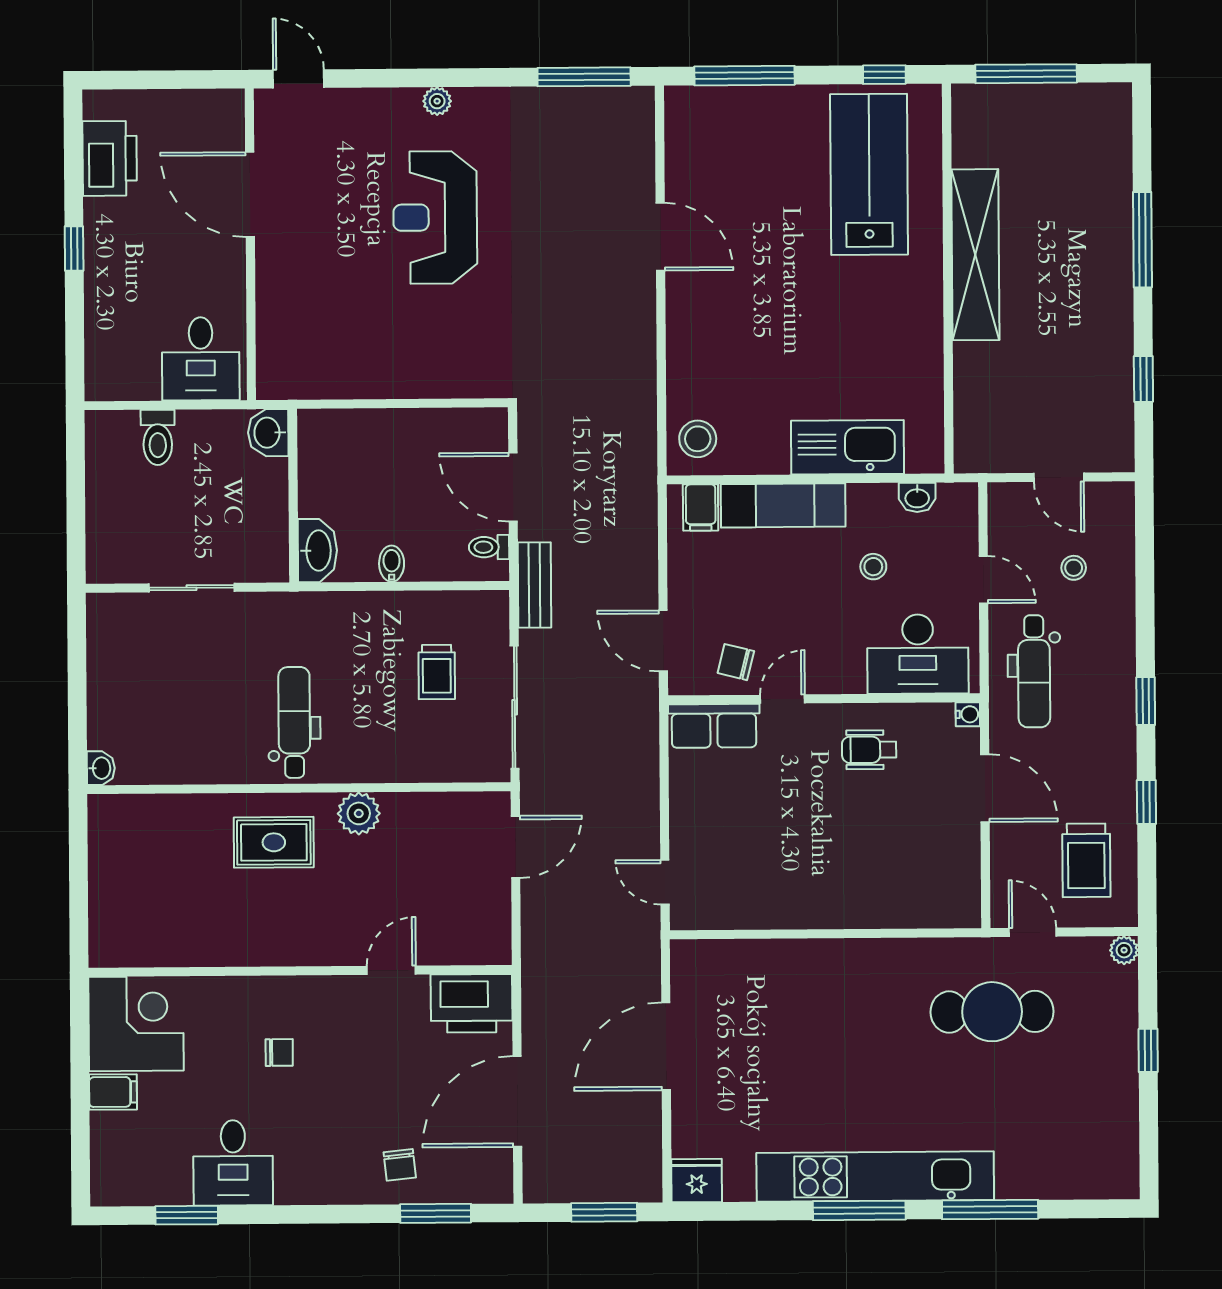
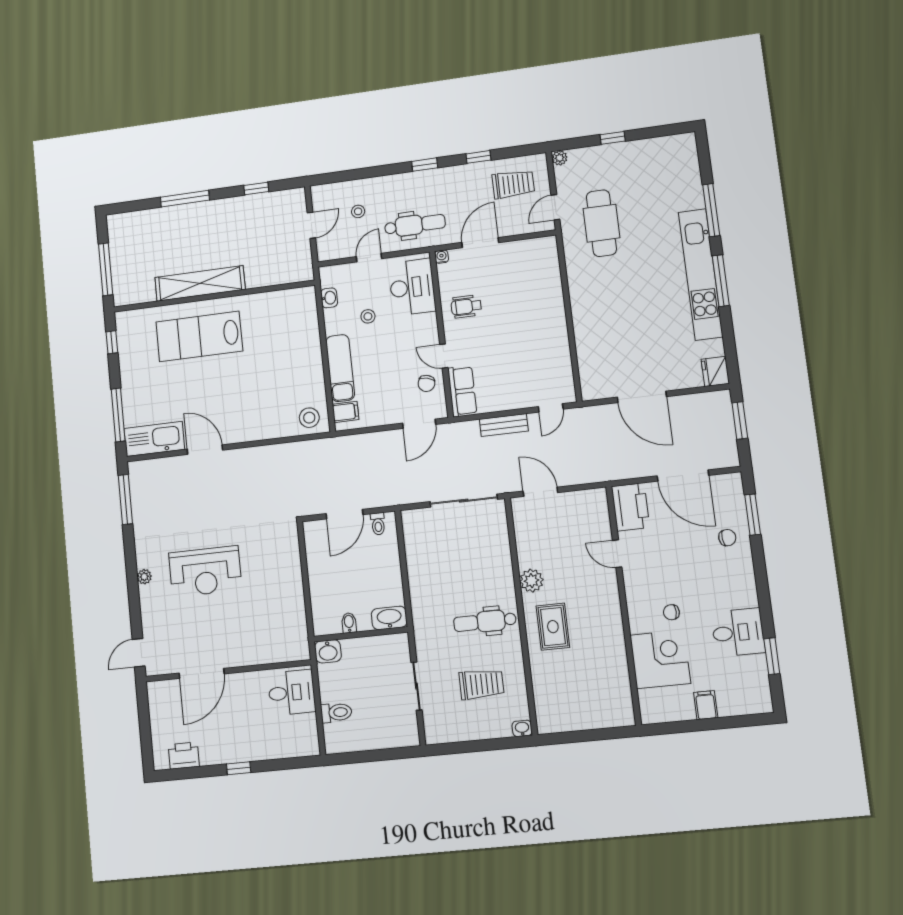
printer: (110, 158) -> (184, 756), width x0.73, depth x0.84
lab bench: (869, 174) -> (199, 336), moved
door: (660, 237) -> (205, 450), hinge flipped
kitchen sink: (847, 447) -> (154, 439), moved, turned 90
bidet: (392, 564) -> (349, 623), moved, turned 90
bench: (535, 585) -> (504, 425), moved
trolley: (437, 672) -> (481, 684), moved, width x1.36, depth x1.39
wheelchair: (869, 750) -> (466, 307), turned 90
corner desk: (136, 1024) -> (660, 659), moved, turned 90
chair: (279, 1053) -> (671, 612), turned -90

